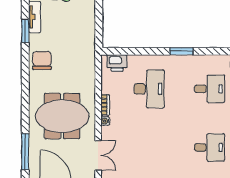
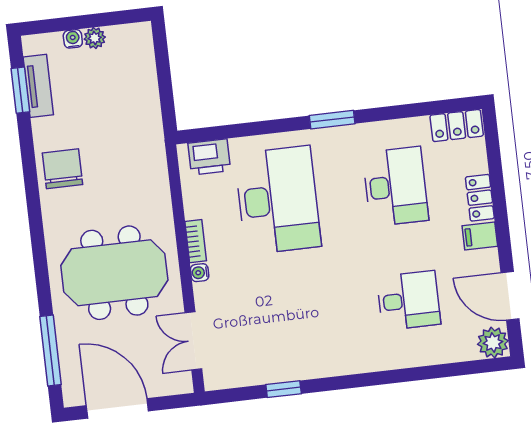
window: (25, 31) -> (20, 90), moved
desk: (149, 89) -> (278, 200), width x1.36, depth x1.30
desk: (210, 89) -> (395, 186), width x1.37
double door: (98, 155) -> (193, 341), swing flipped

